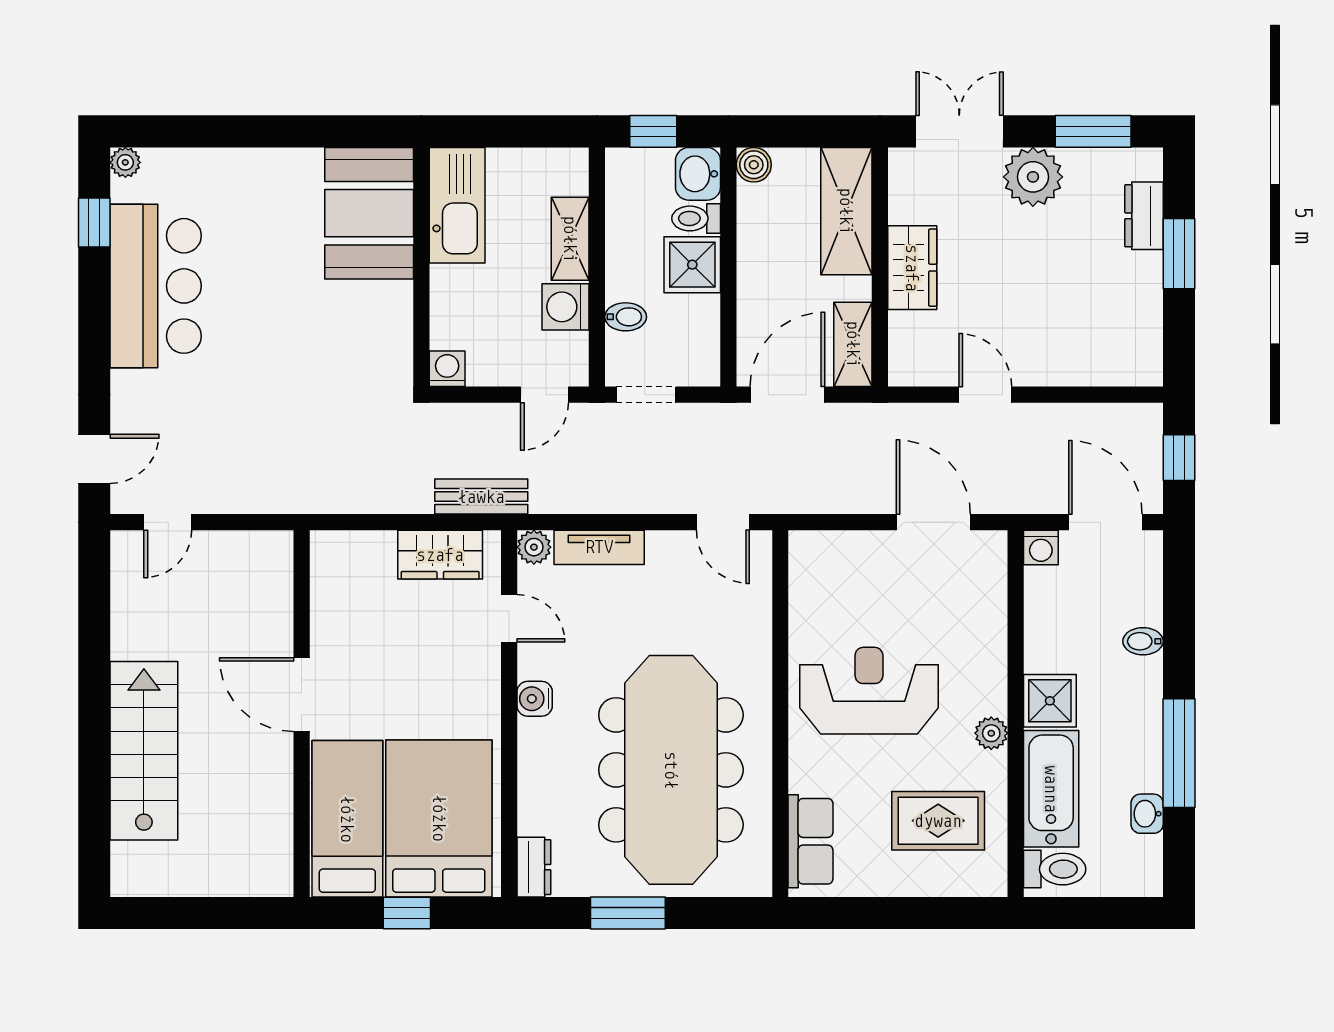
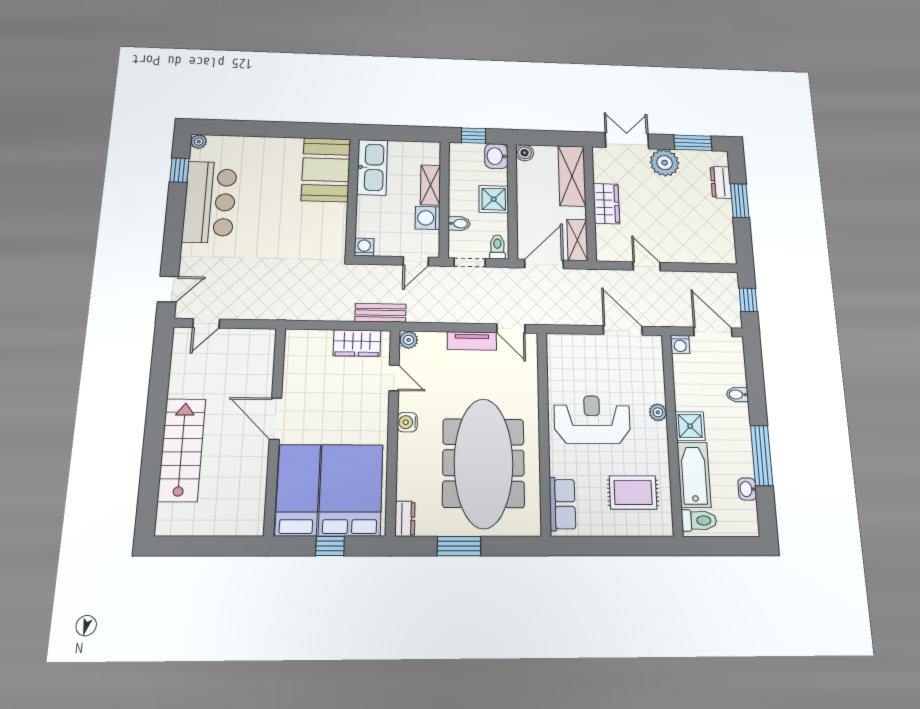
toilet: (696, 218) -> (497, 247), moved, turned 90
tv unit: (599, 547) -> (472, 341), moved
plant: (991, 733) -> (658, 412), moved

